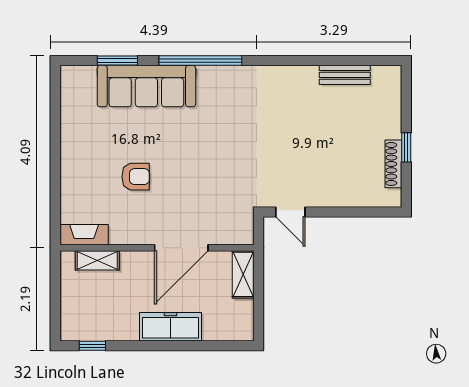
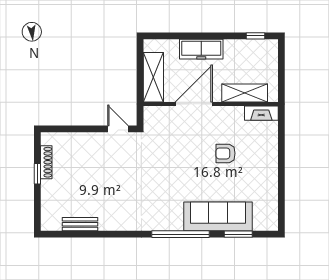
shelving: (97, 260) -> (245, 93), width x1.50, depth x1.33
shelving: (243, 274) -> (153, 77), width x1.50, depth x1.33

